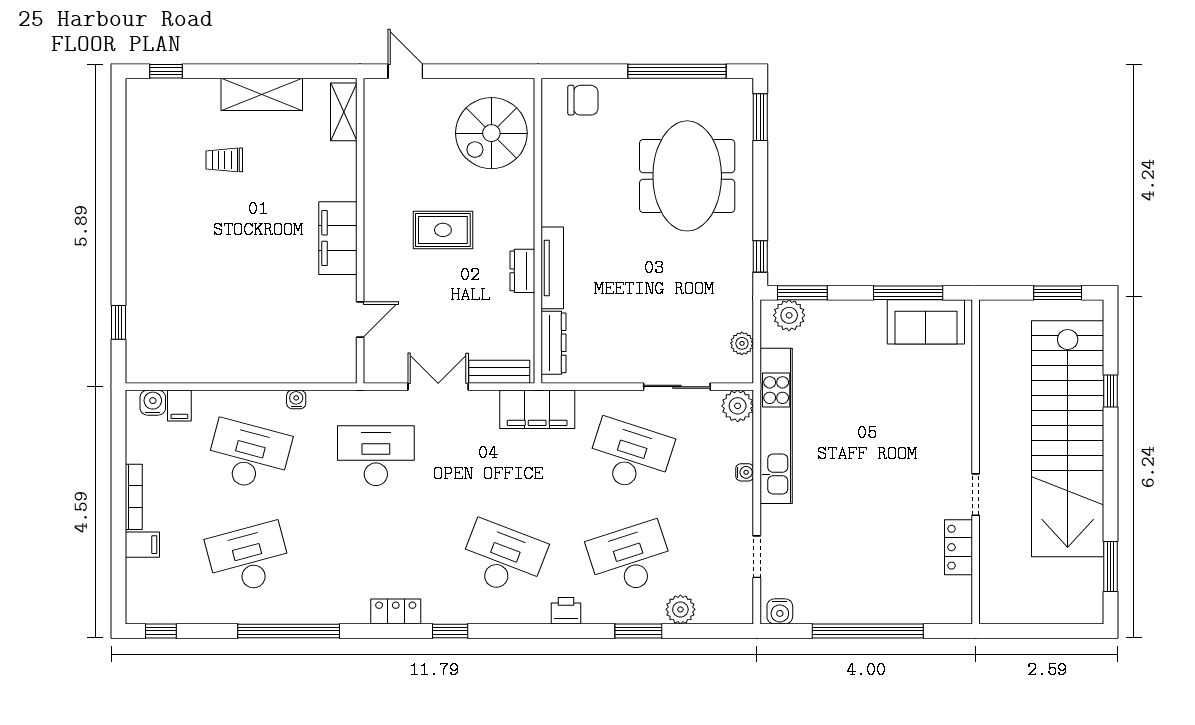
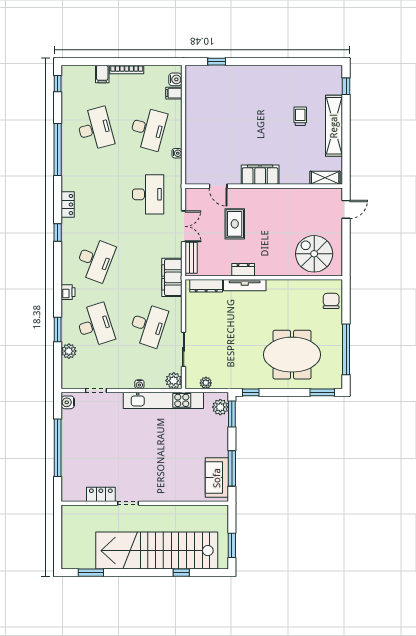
shelving: (262, 94) -> (334, 126), width x1.47
chair: (583, 100) -> (331, 301), turned 180
rug: (443, 230) -> (235, 224), moved

